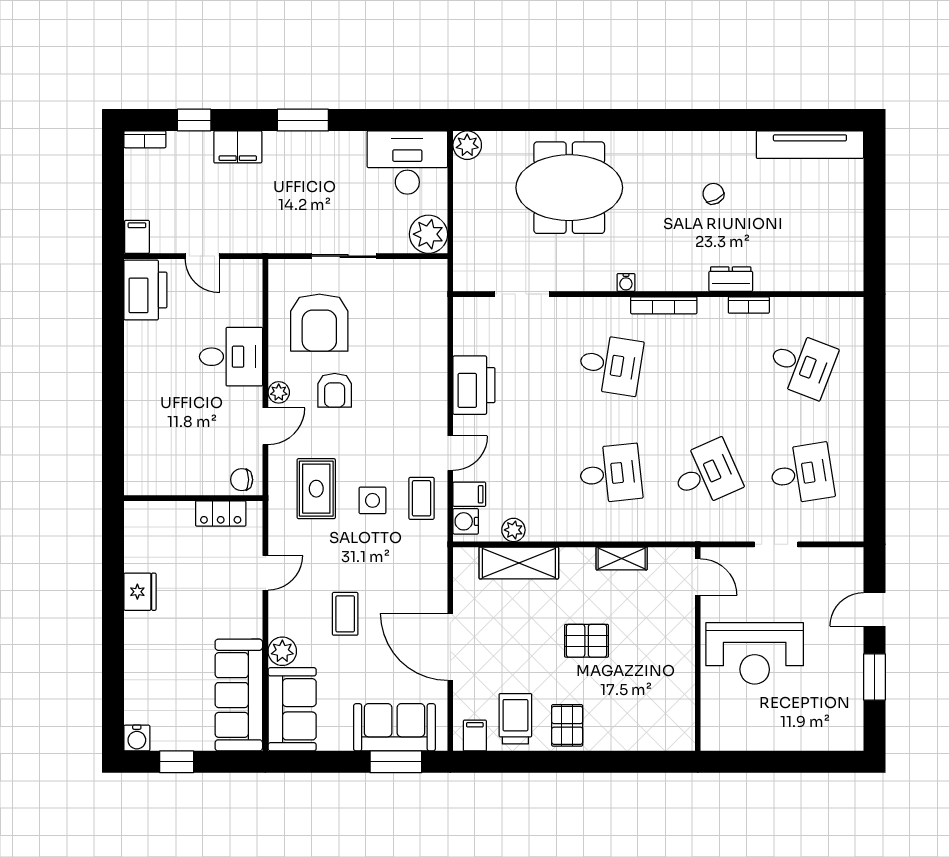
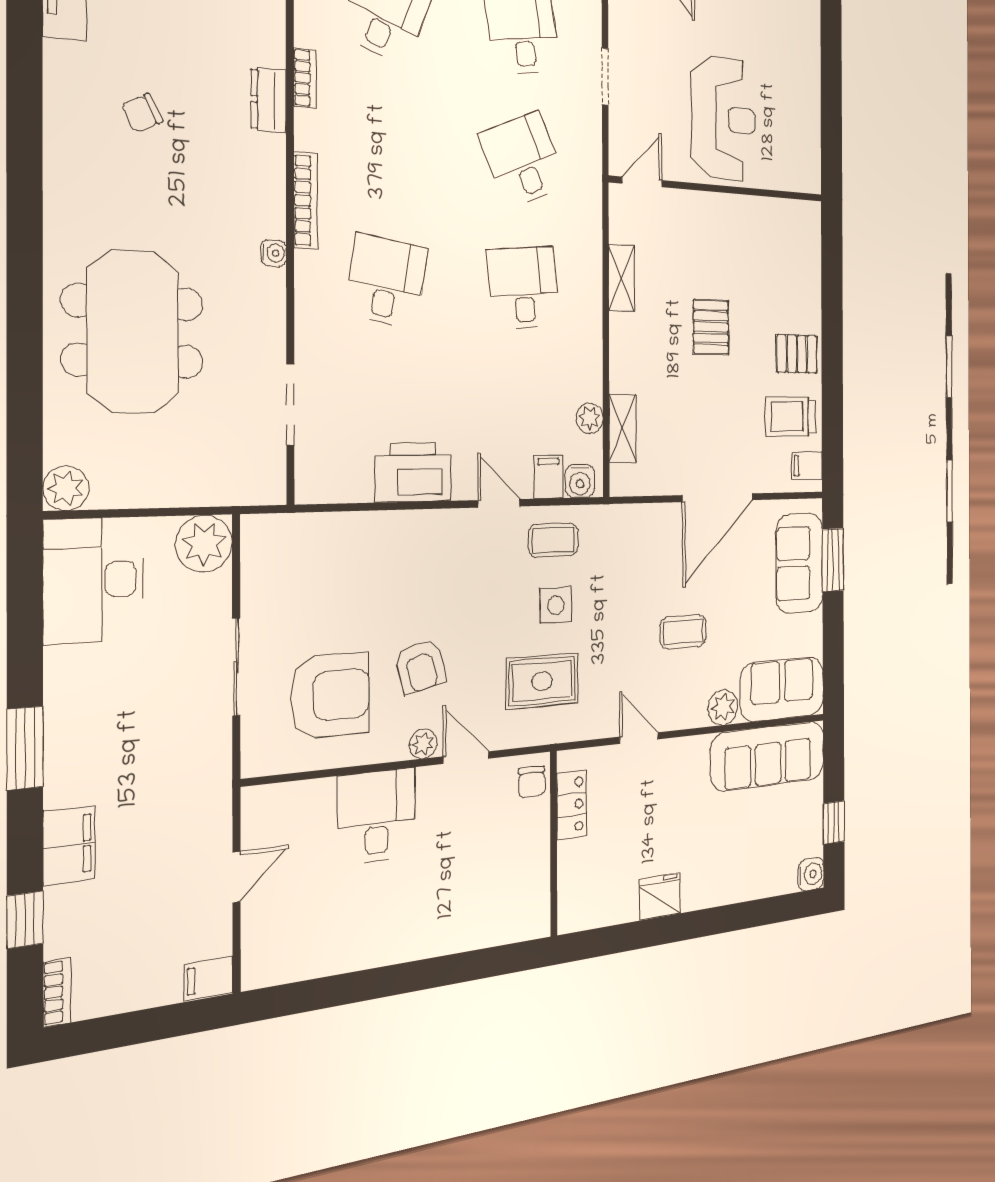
printer: (145, 290) -> (285, 953), removed
armchair: (335, 390) -> (420, 666), turned 76
shelving: (519, 563) -> (623, 428), width x0.67, depth x0.75

